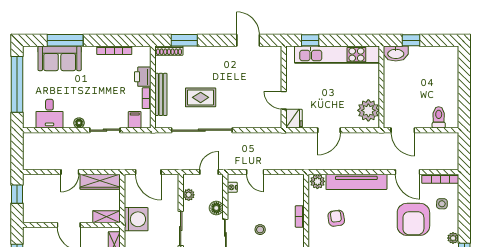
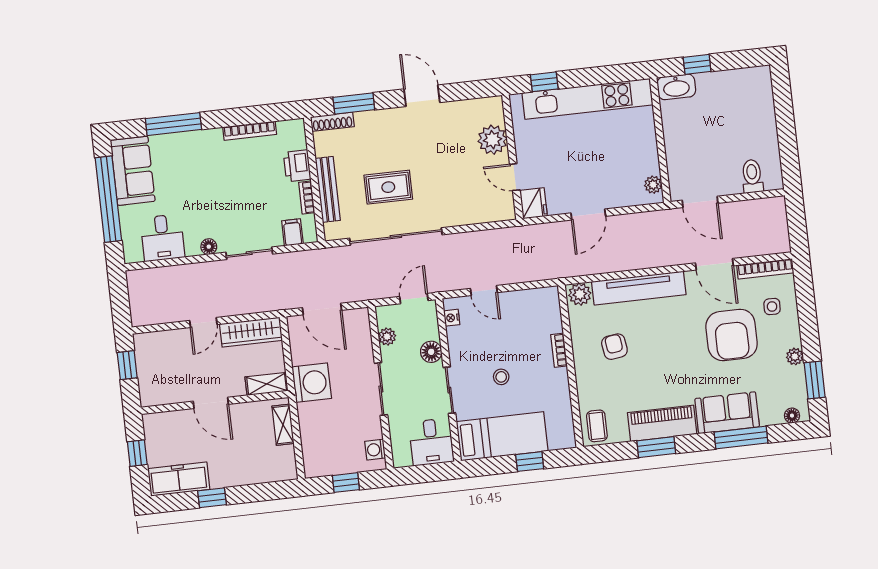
door: (248, 40) -> (422, 96), moved
sofa: (60, 58) -> (133, 171), moved, turned -90
plant: (272, 74) -> (492, 140), added
plant: (368, 110) -> (653, 185), width x0.53, depth x0.53

